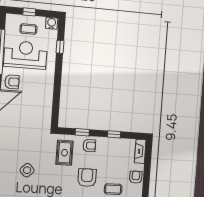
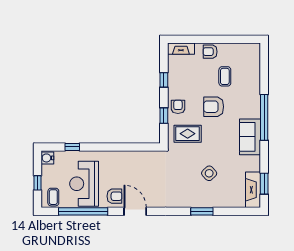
coffee table: (28, 29) -> (53, 197), moved
armchair: (12, 82) -> (114, 196), turned 90

